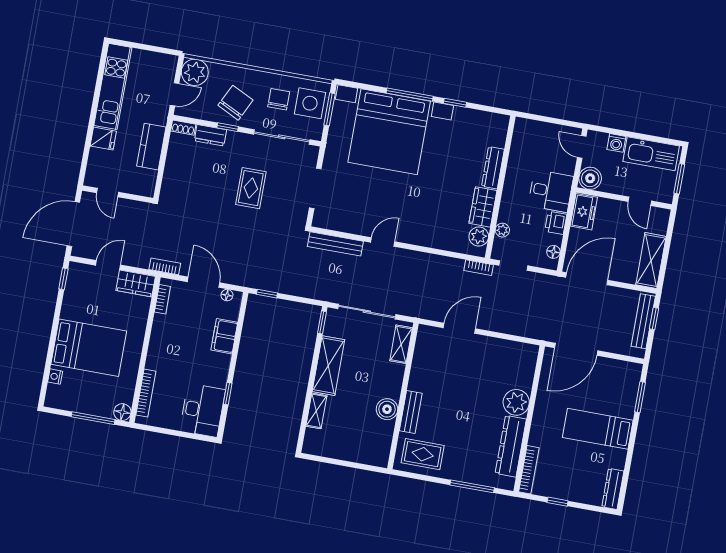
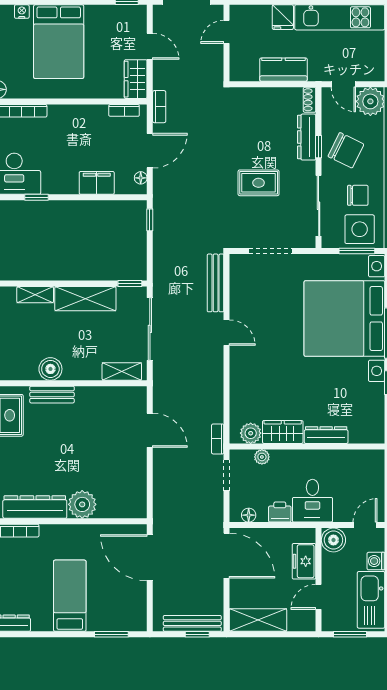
dresser: (210, 135) -> (307, 137), width x1.44
freezer: (584, 212) -> (304, 561), moved, turned 90

